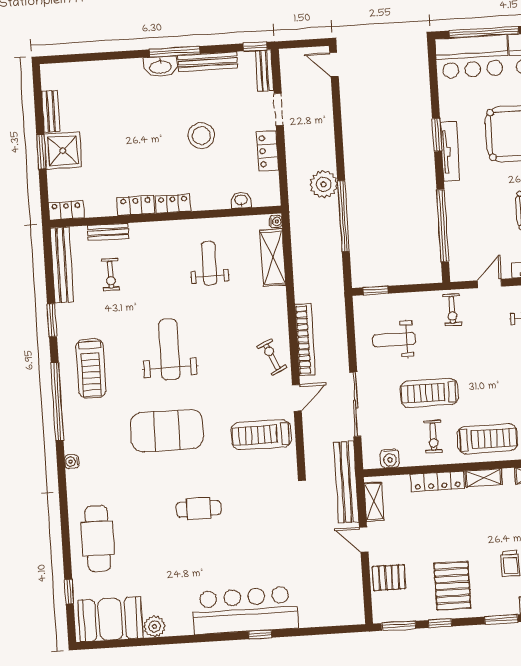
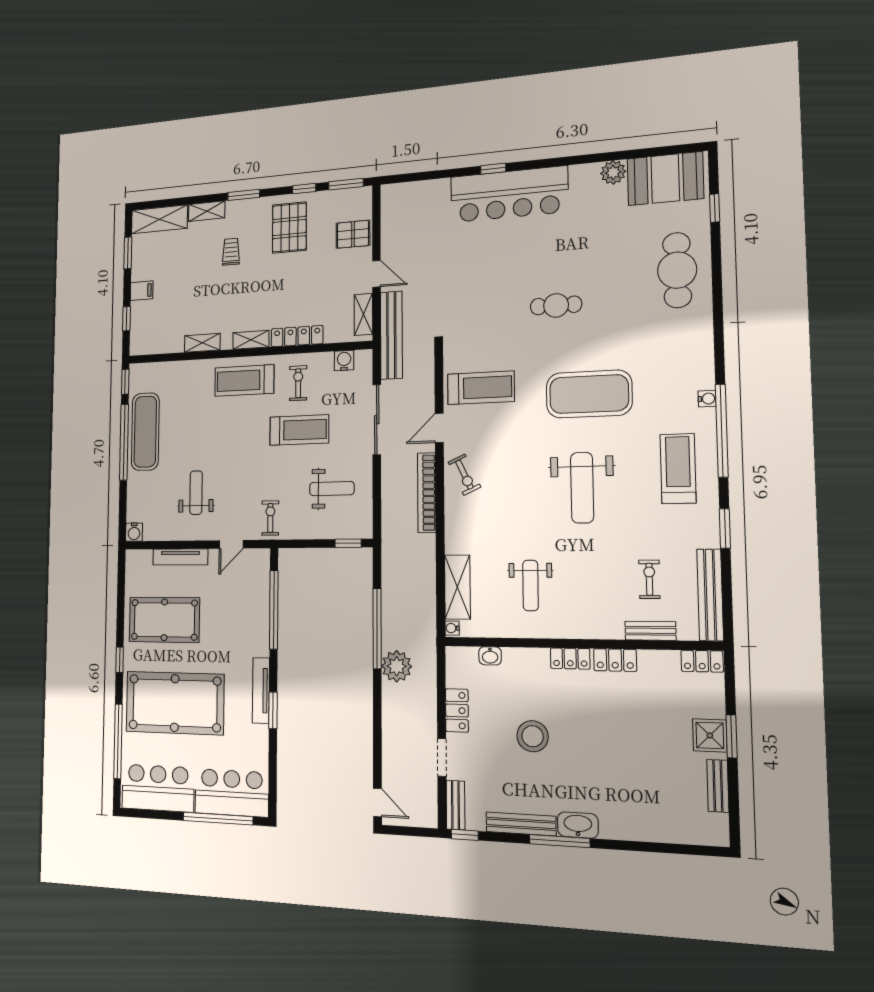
shower: (63, 151) -> (710, 735), width x0.73, depth x0.73
water cooler: (72, 462) -> (707, 399), moved

